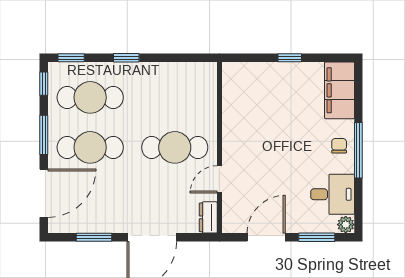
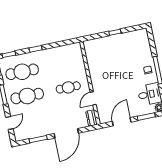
filing cabinet: (339, 90) -> (142, 43), removed
cafe table: (175, 147) -> (68, 87), width x0.73, depth x0.74
door: (44, 193) -> (9, 123), width x0.53

